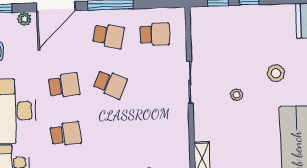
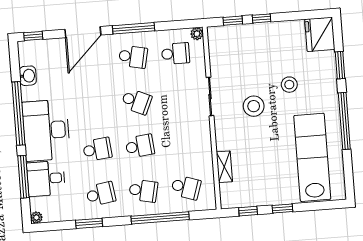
plant: (24, 19) -> (197, 34), moved
school desk: (64, 86) -> (140, 146), moved
stool: (236, 95) -> (254, 106), width x1.89, depth x1.89

